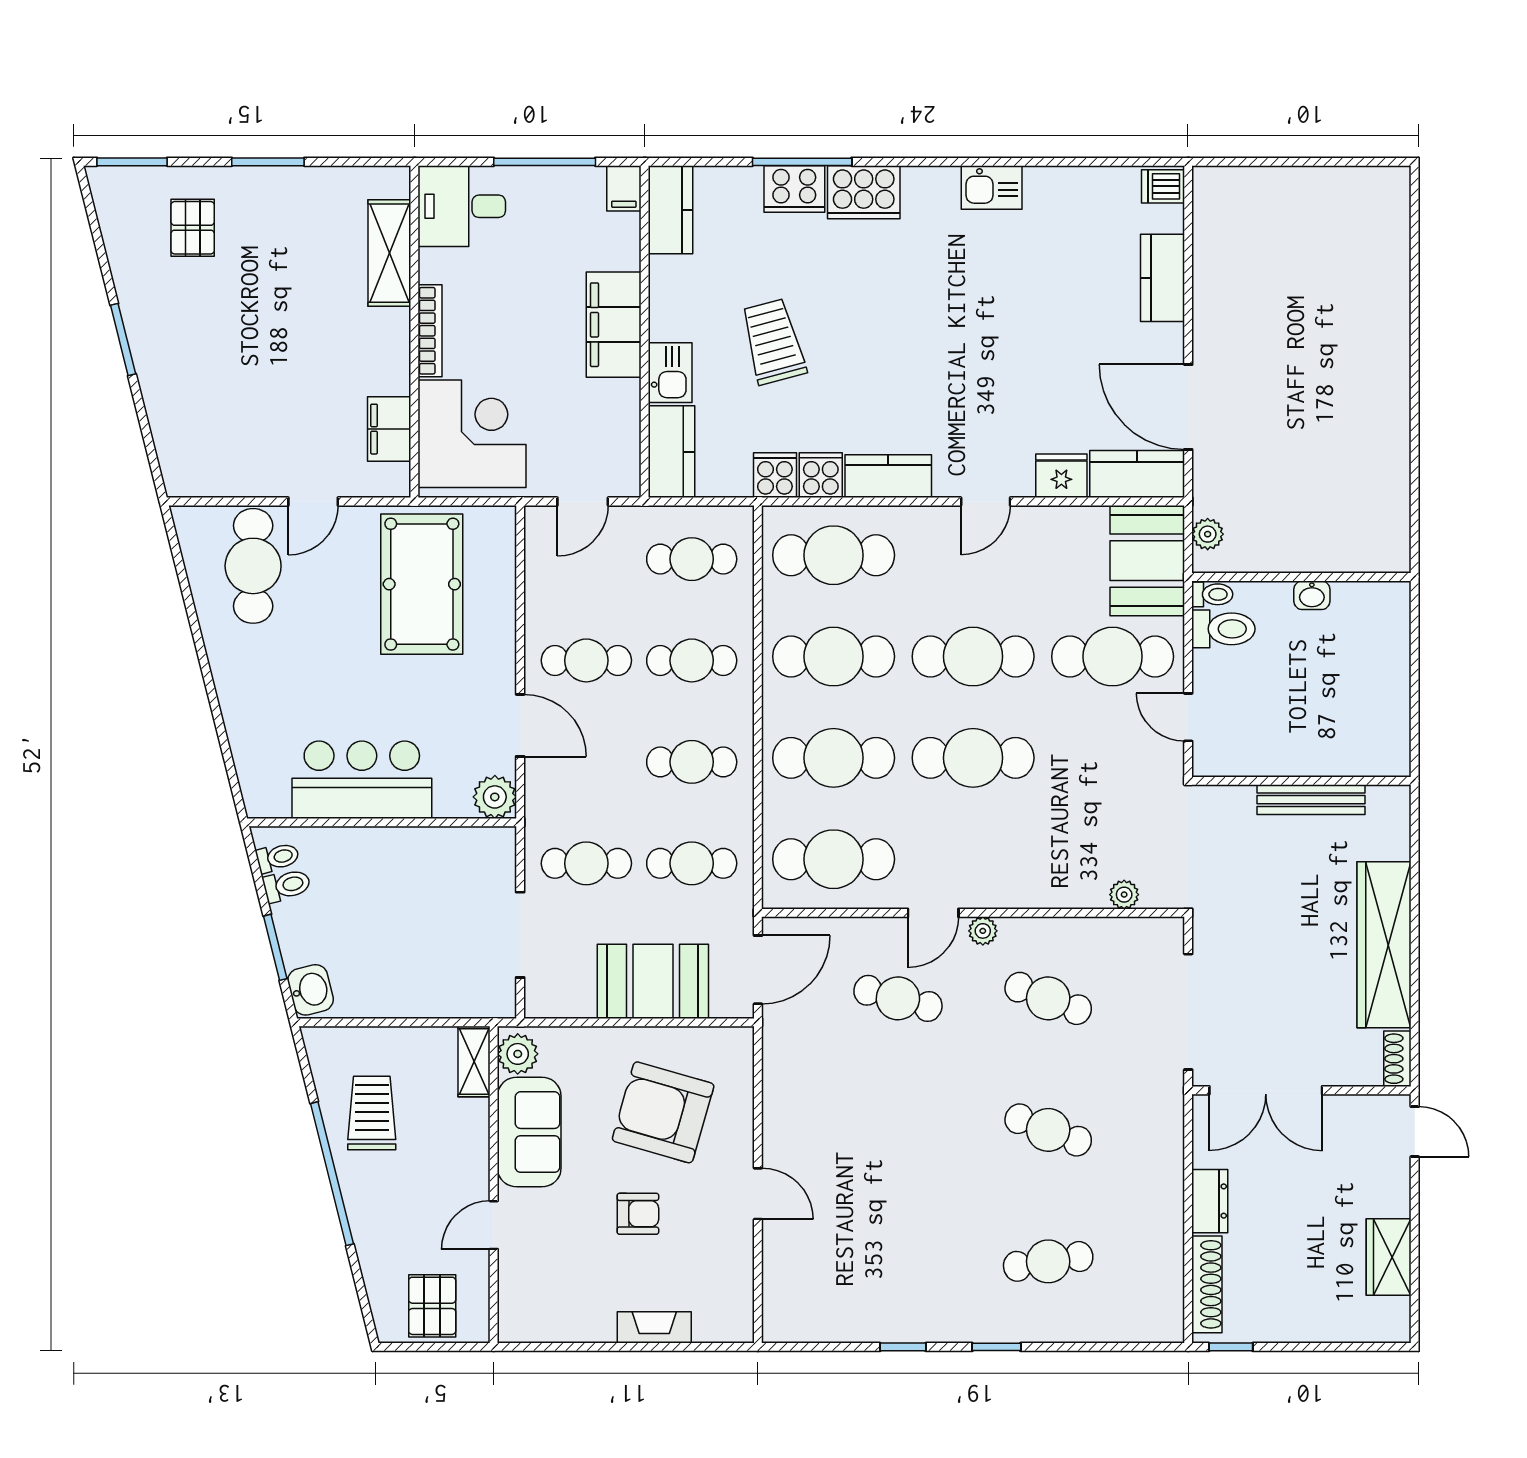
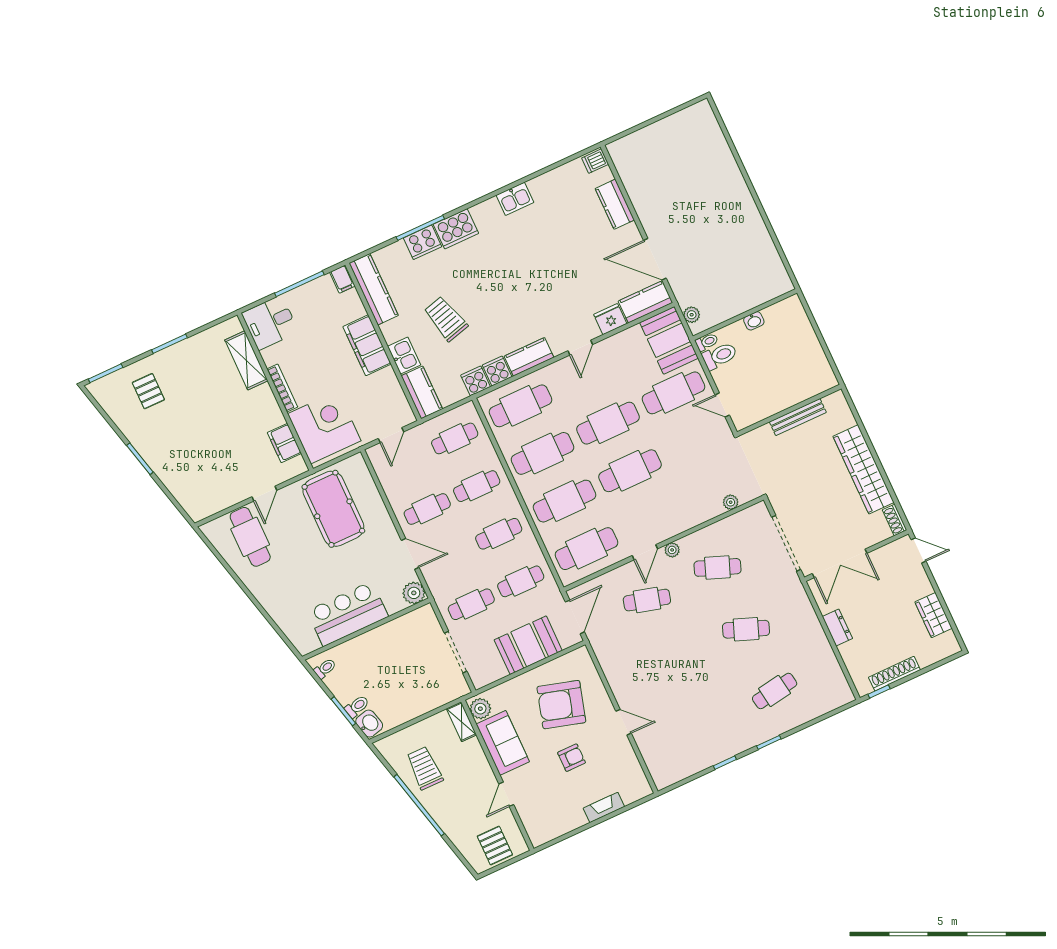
kitchen counter: (671, 210) -> (374, 289), width x1.50
toilet: (287, 885) -> (357, 706), moved
shoe rack: (1207, 1284) -> (894, 674), moved, turned -90

